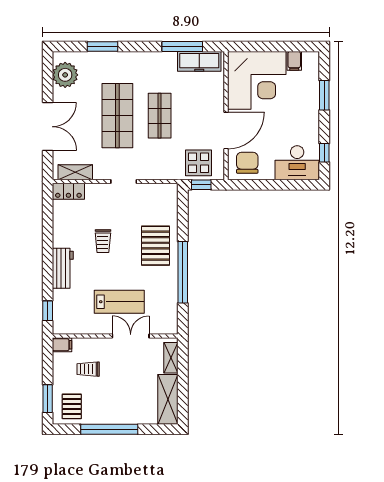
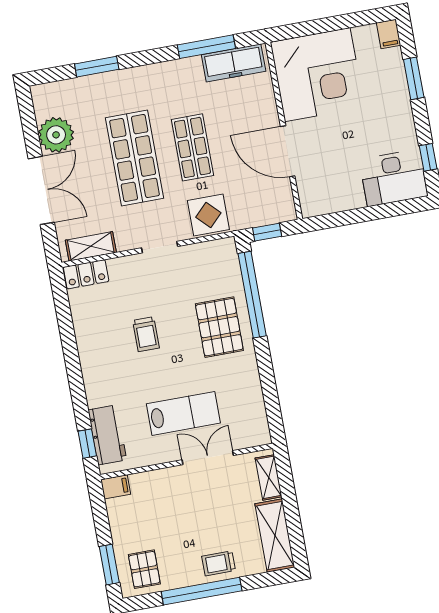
filing cabinet: (294, 61) -> (389, 34), moved
plant: (65, 75) -> (56, 135), moved
door: (226, 131) -> (288, 151), swing flipped
display table: (198, 163) -> (208, 215), moved
chair: (247, 163) -> (325, 190), removed
workbench: (63, 268) -> (107, 435), moved
window: (183, 272) -> (252, 295), moved
trolley: (88, 369) -> (219, 563), moved

